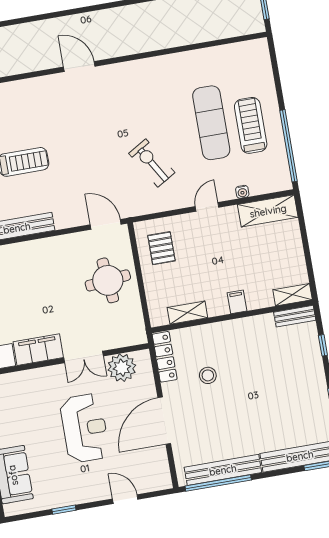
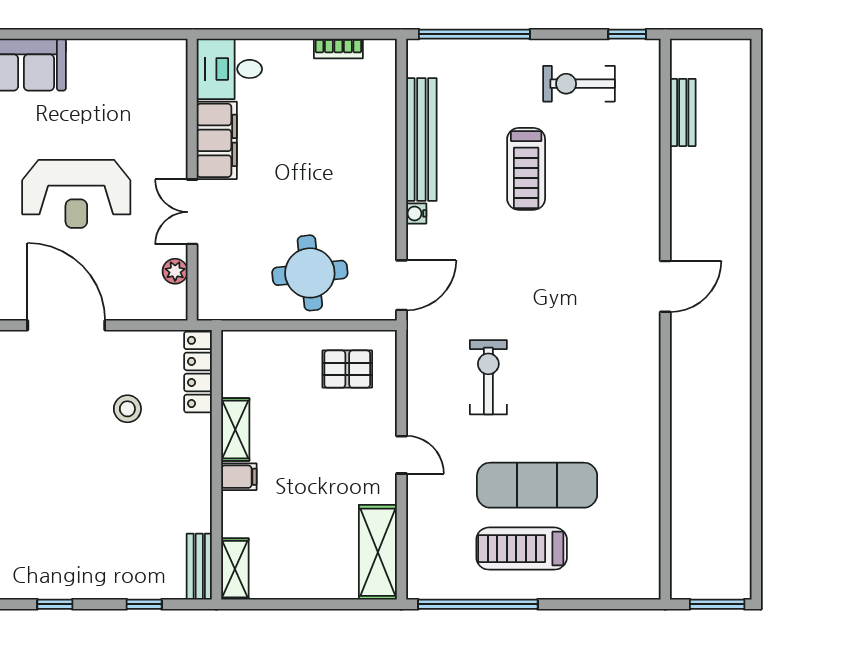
treadmill: (251, 125) -> (522, 549), turned 180
exercise bike: (152, 163) -> (488, 377), turned -59
water cooler: (242, 192) -> (416, 213), moved
shelving: (187, 313) -> (235, 429), moved
locker: (165, 357) -> (198, 372), moved, turned 90
plant: (122, 368) -> (175, 271), width x0.53, depth x0.53

